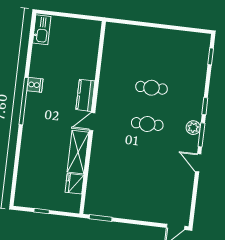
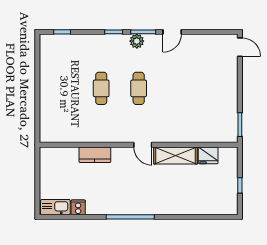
cooker: (35, 85) -> (78, 207), moved
kitchen counter: (85, 95) -> (95, 155), moved

